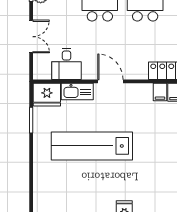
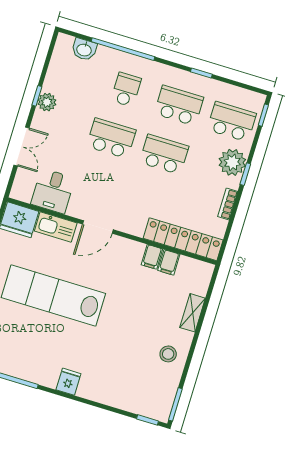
door: (110, 81) -> (98, 227), swing flipped

